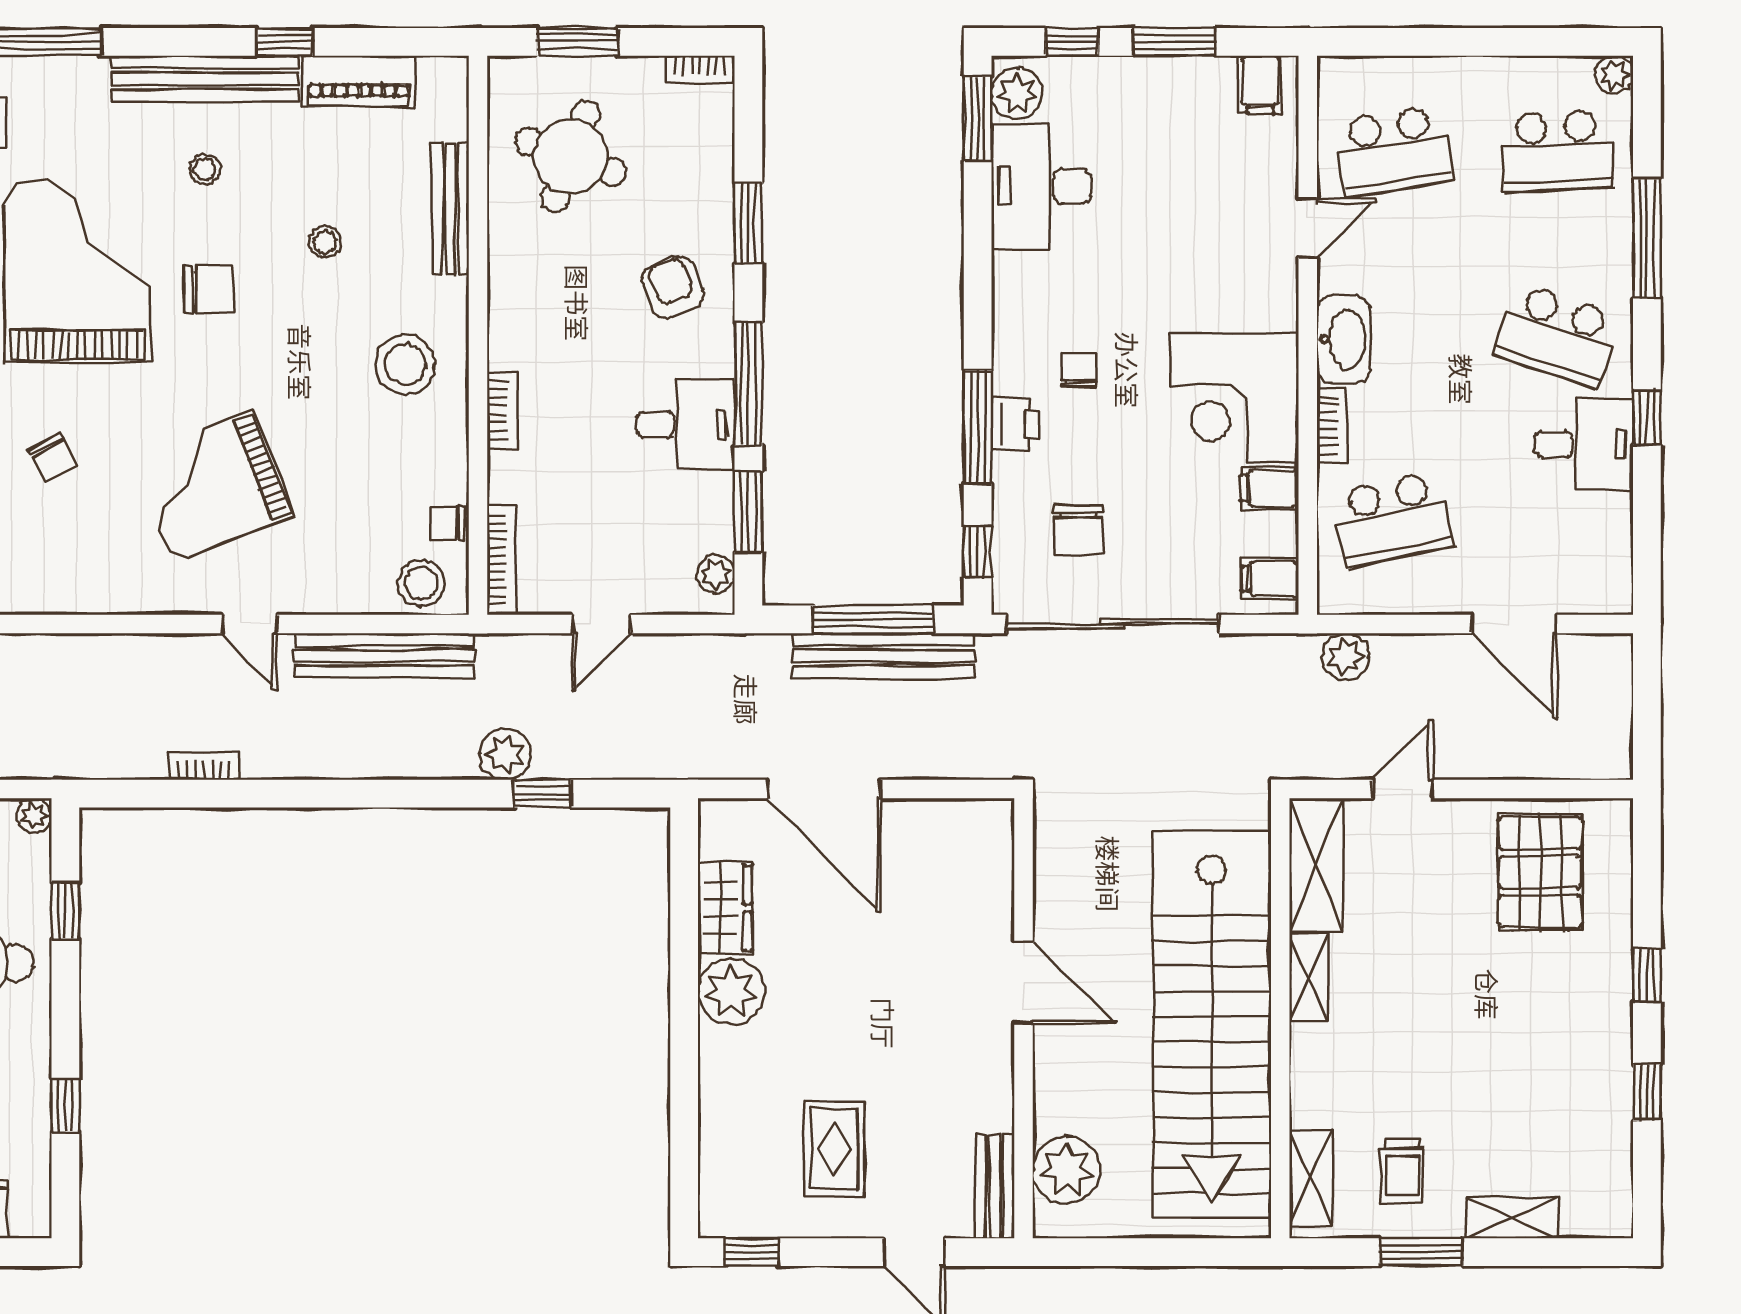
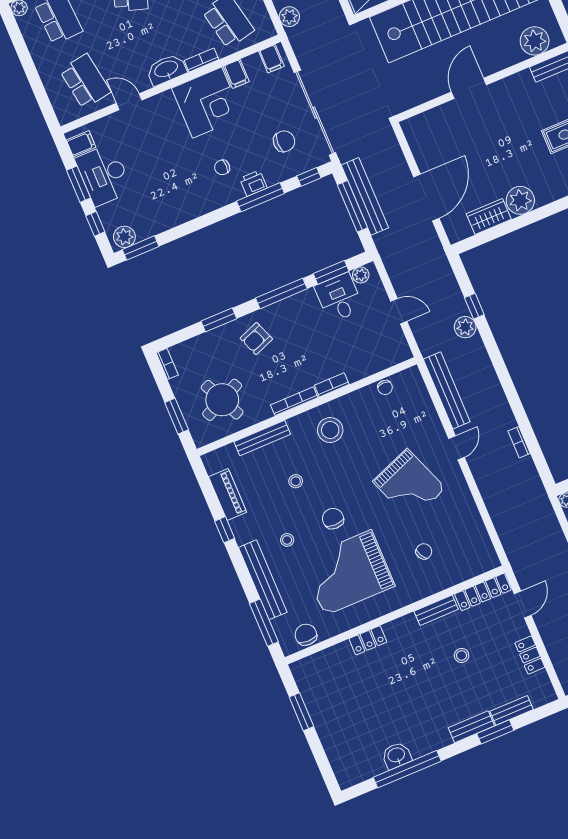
bench: (205, 79) -> (263, 580), moved
round table: (571, 156) -> (222, 400), turned 45
desk: (1041, 186) -> (104, 175), moved, turned 90
desk: (686, 424) -> (339, 298), moved
bookcase: (501, 560) -> (294, 401), moved
stool: (421, 583) -> (413, 388), removed

